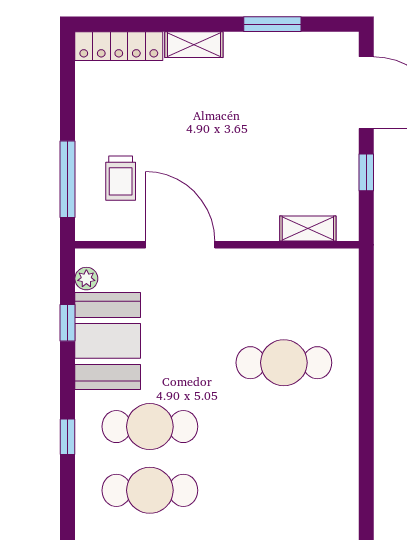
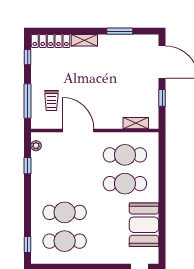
window: (68, 82) -> (28, 57), added
cafe table: (284, 299) -> (125, 155), added
booth: (108, 341) -> (144, 225), moved
window: (68, 437) -> (28, 245), moved

